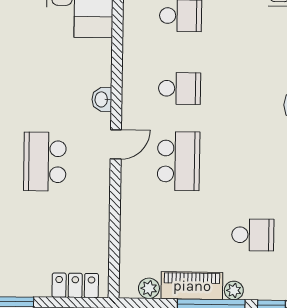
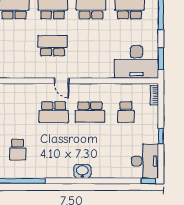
school desk: (180, 88) -> (90, 112), width x1.85
washbasin: (102, 99) -> (84, 74), removed

